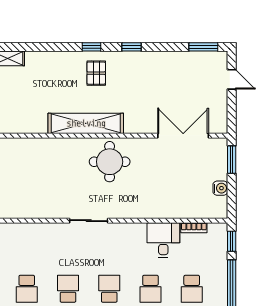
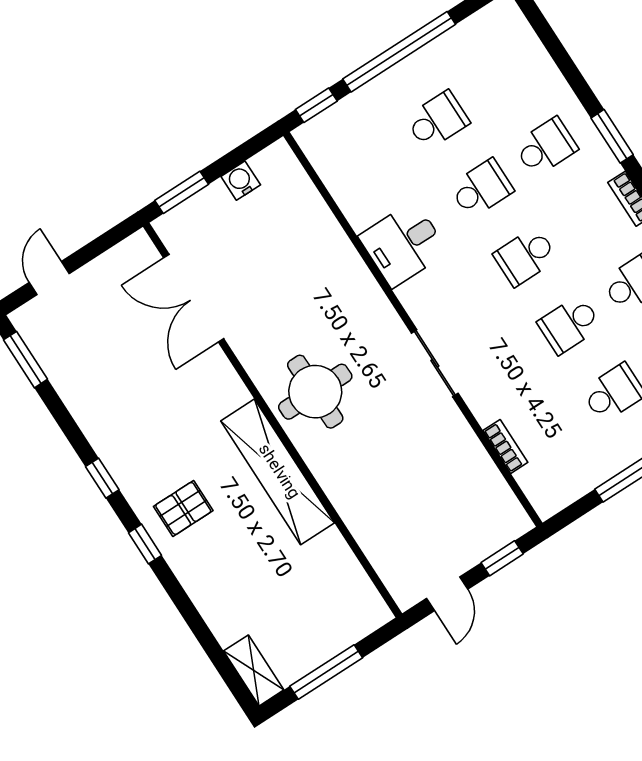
bookcase: (194, 228) -> (505, 446), moved
desk: (163, 240) -> (403, 244), moved

